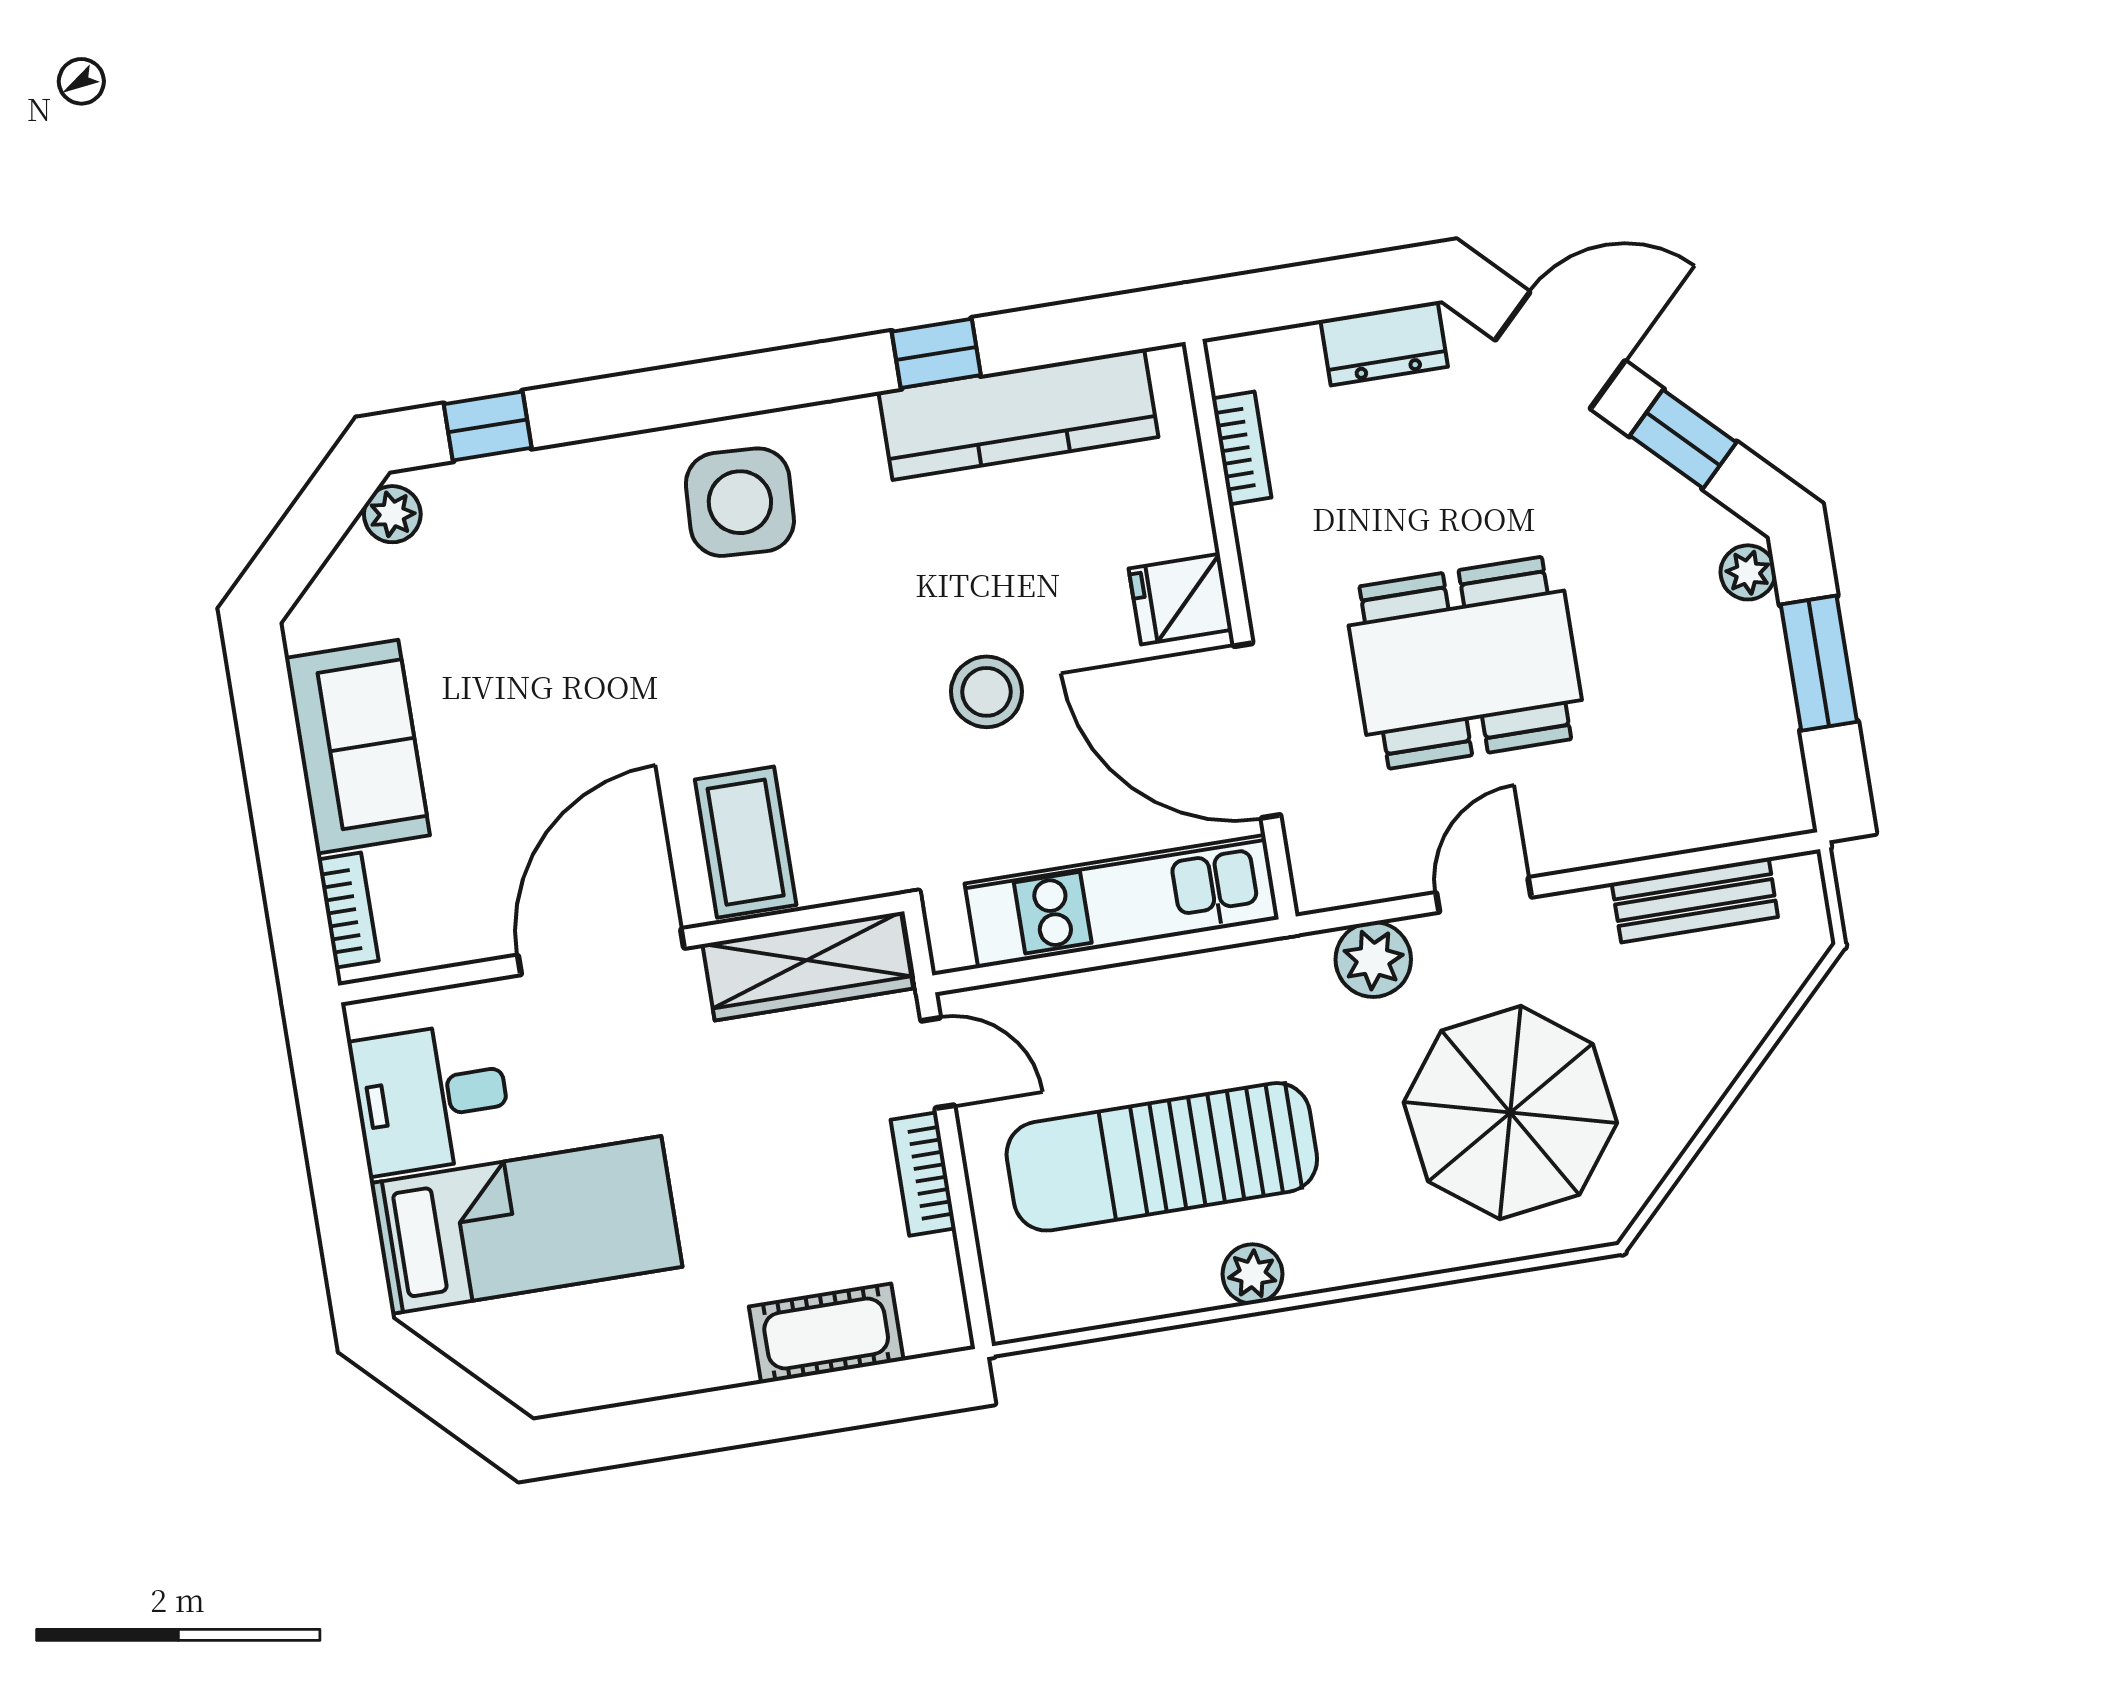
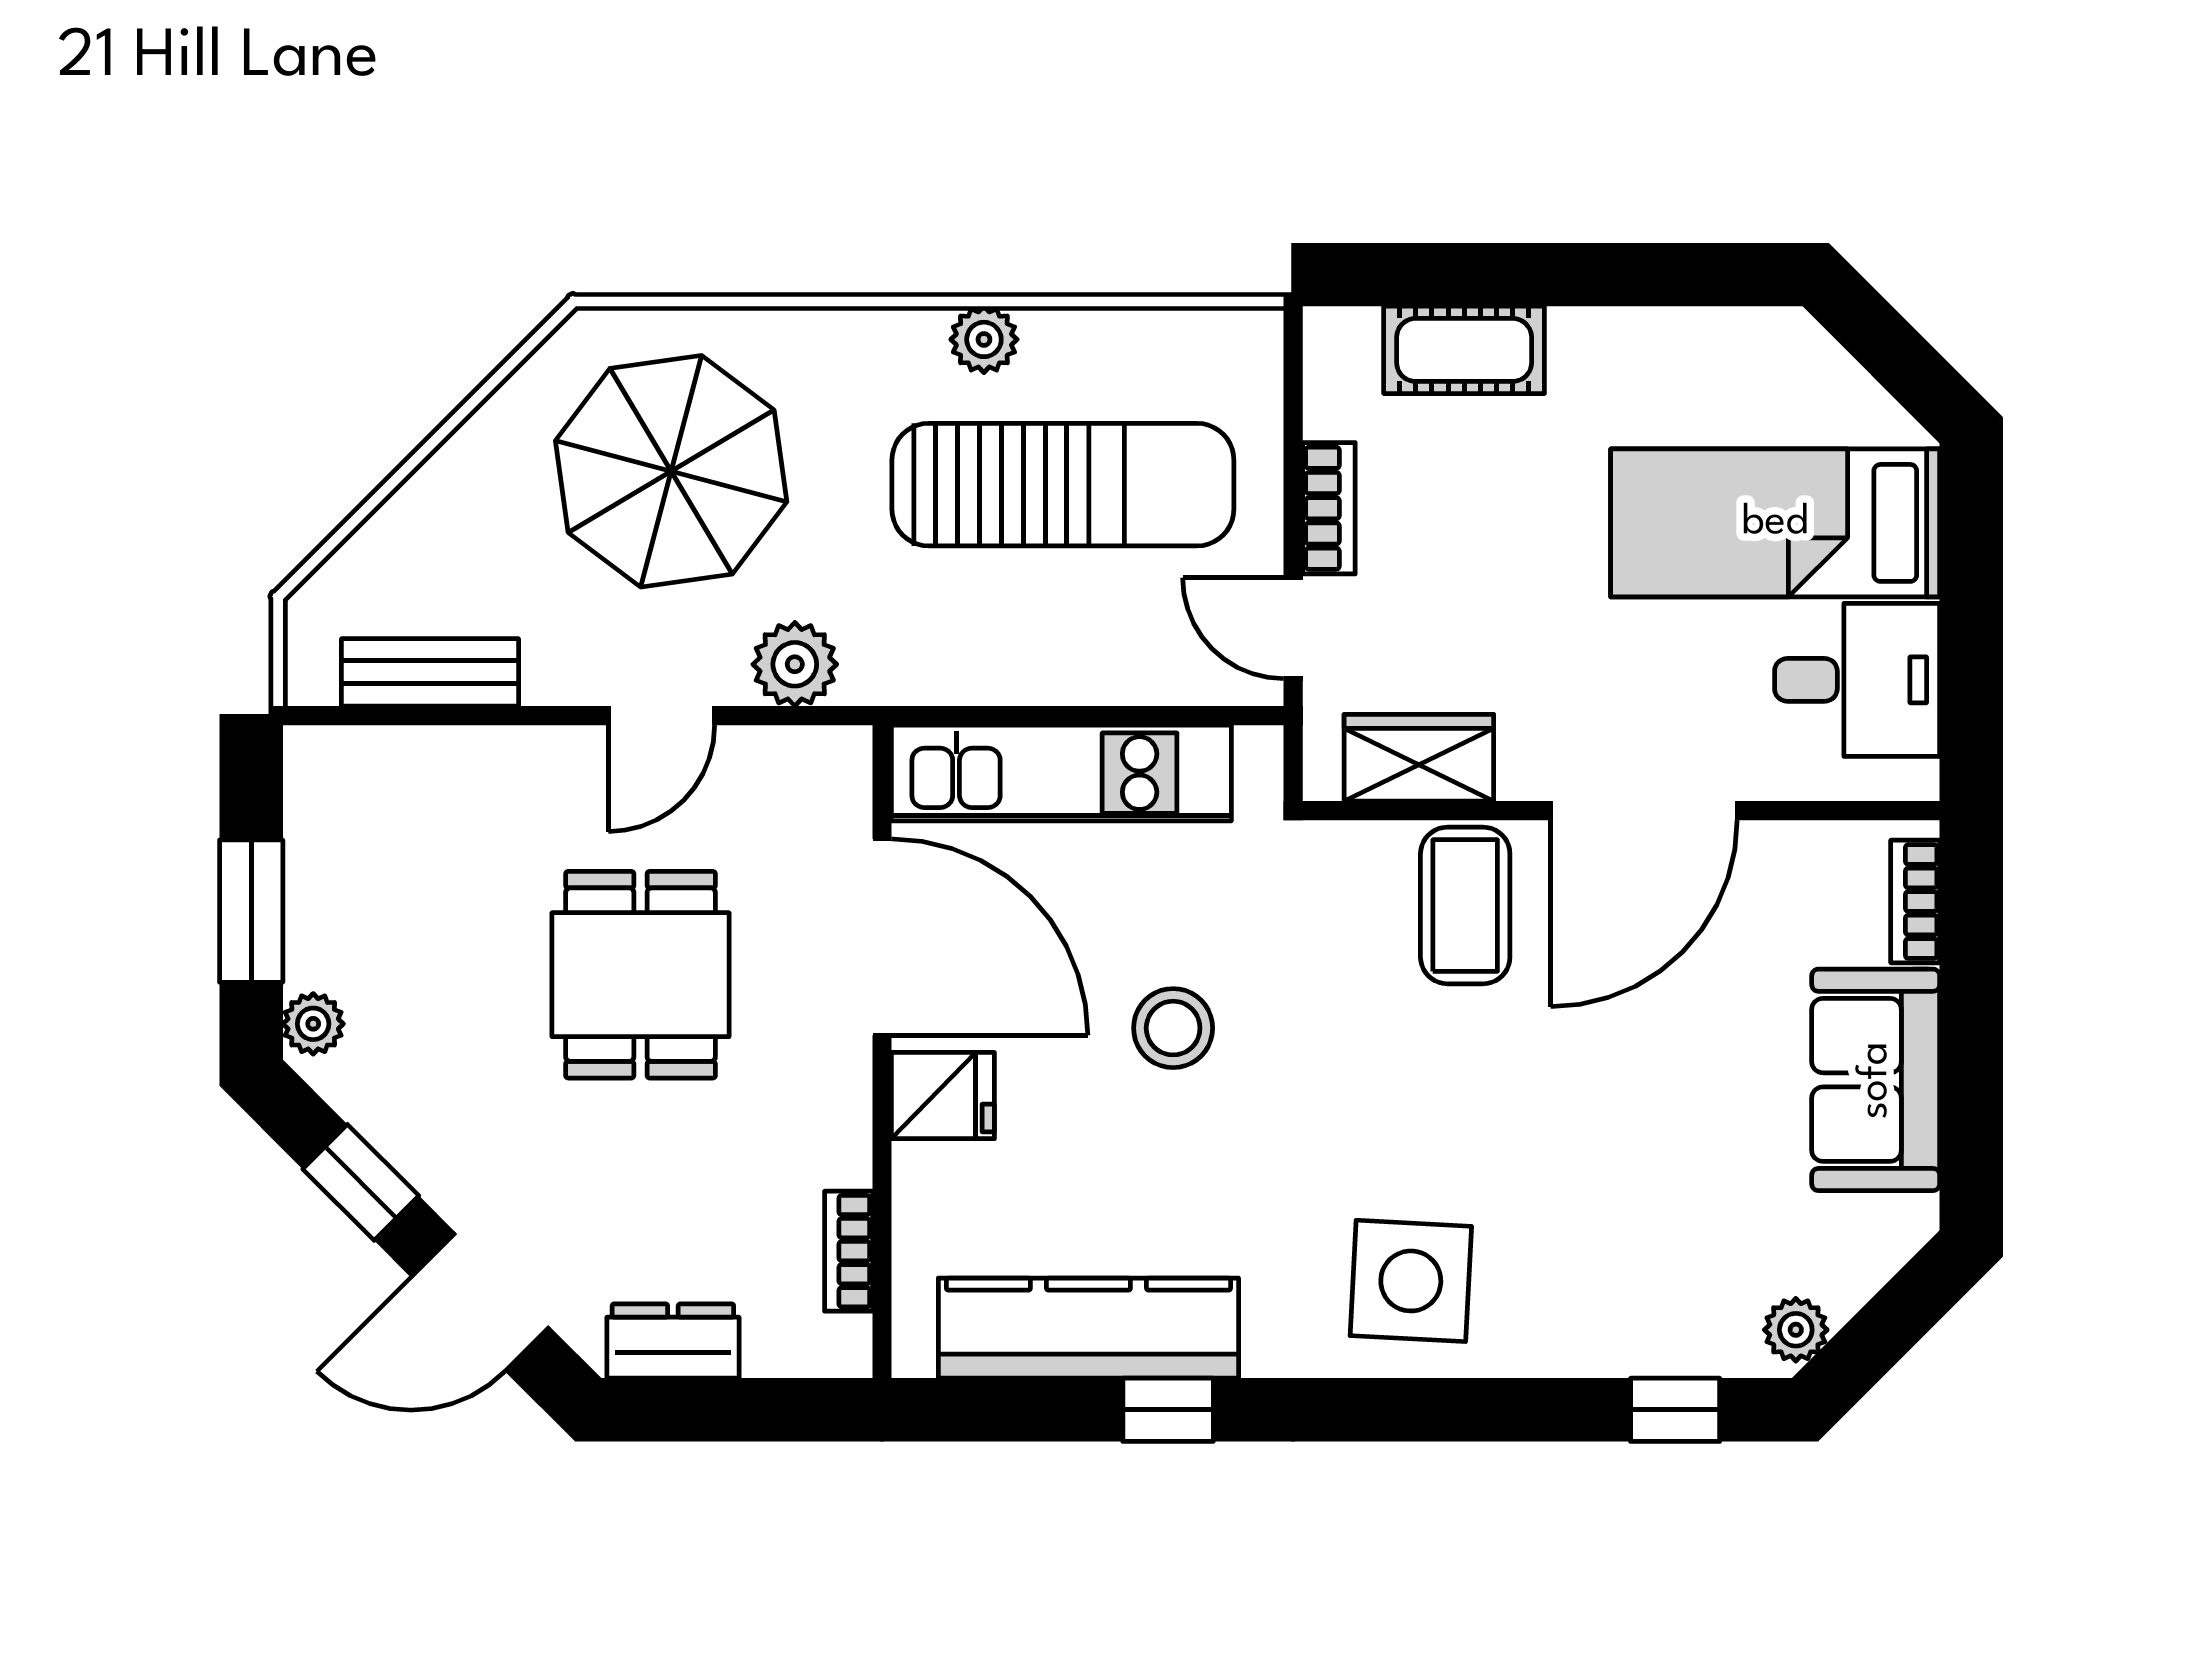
dining table: (1465, 663) -> (640, 975), width x0.73
wardrobe: (808, 966) -> (1419, 758), width x0.67

